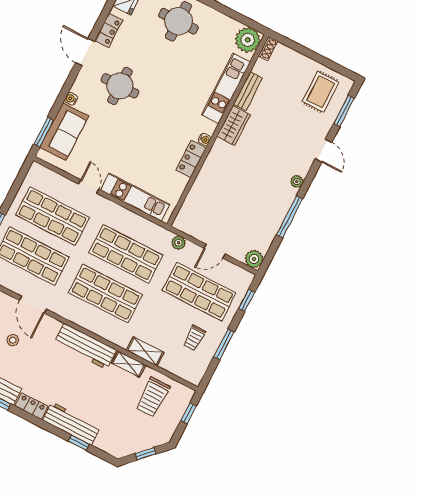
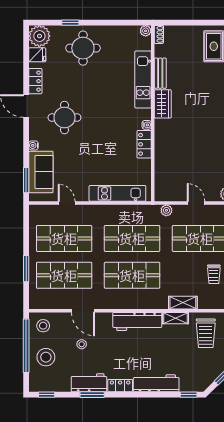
plant: (248, 40) -> (146, 31), width x0.53, depth x0.53
door: (89, 187) -> (67, 203), moved
door: (215, 251) -> (196, 203), swing flipped
window: (79, 443) -> (189, 395), moved

